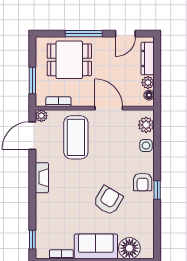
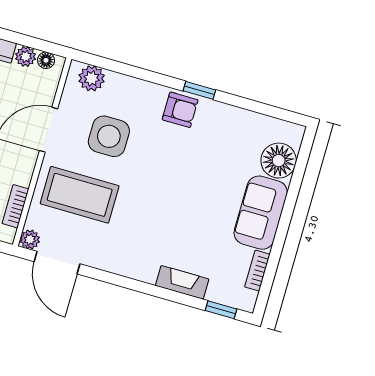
side table: (146, 145) -> (109, 136), moved, width x1.87, depth x1.87
fireplace: (42, 178) -> (182, 282), moved
armchair: (108, 200) -> (194, 173), removed

